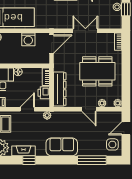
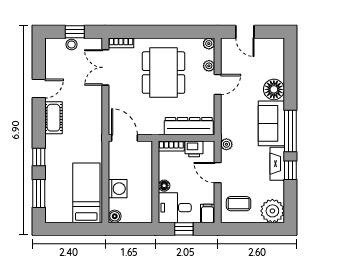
double door: (85, 31) -> (105, 67), moved
washing machine: (28, 39) -> (118, 189), moved
side table: (112, 144) -> (268, 51), removed
floor lamp: (86, 149) -> (274, 89), added
fireplace: (24, 151) -> (277, 164), moved
window: (92, 160) -> (290, 131), moved

